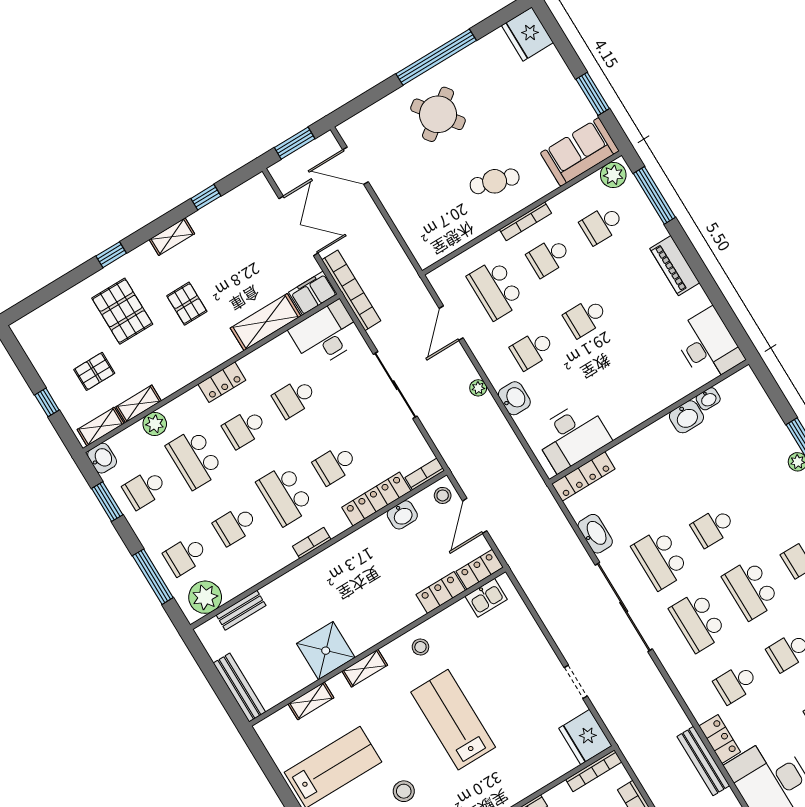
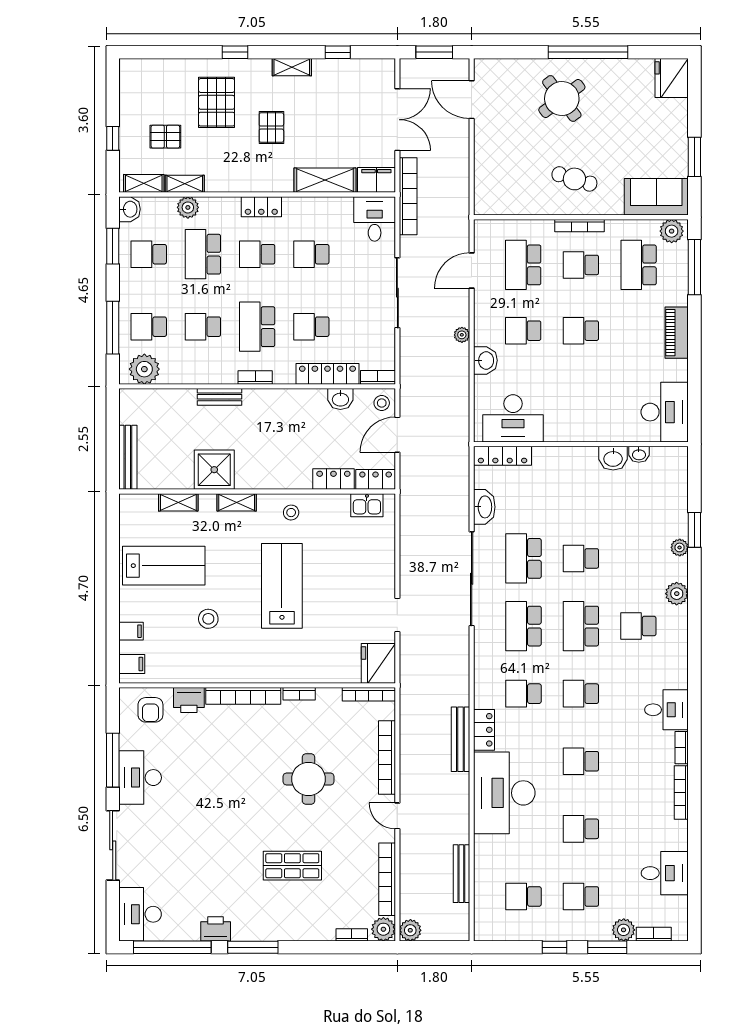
school desk: (602, 225) -> (639, 265), width x1.85
desk: (326, 334) -> (375, 219), width x0.73
bench: (241, 610) -> (220, 397), moved

